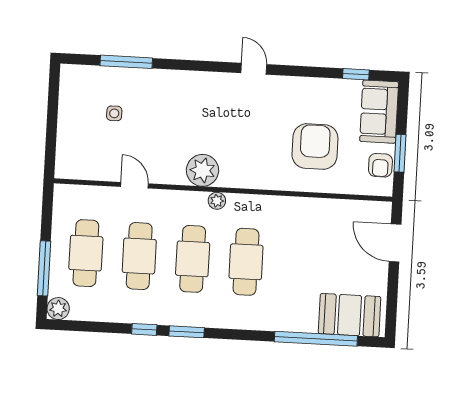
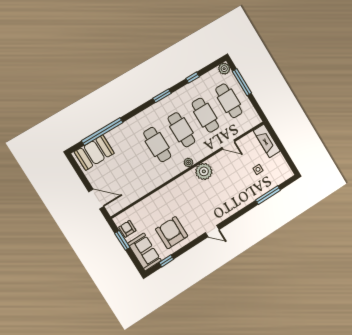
armchair: (315, 146) -> (172, 233), moved, turned 180
fireplace: (68, 148) -> (267, 141), added
window: (144, 329) -> (193, 78), moved

